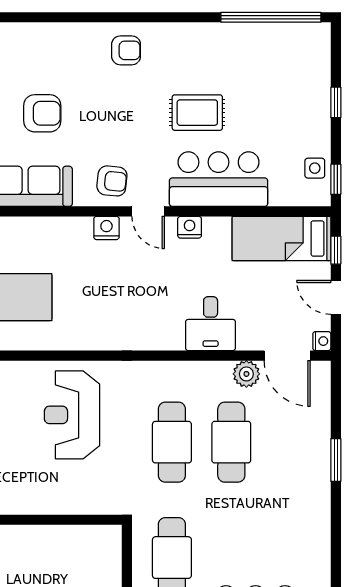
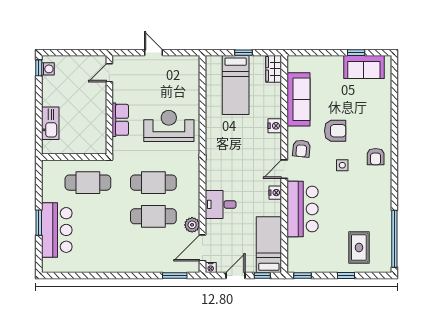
armchair: (42, 113) -> (335, 131), moved, turned -90
rug: (197, 113) -> (359, 248), moved
side table: (315, 168) -> (342, 165), moved
nightstand: (106, 228) -> (275, 126), moved
window: (336, 460) -> (175, 276), moved
row of seats: (61, 501) -> (120, 120), added

